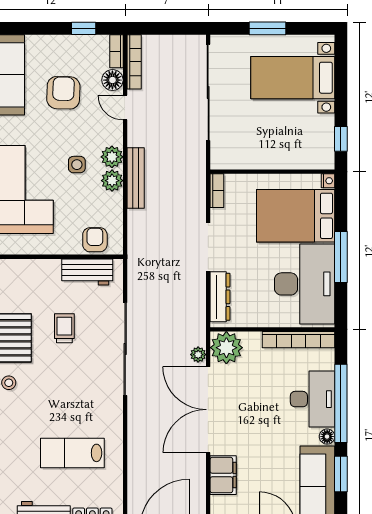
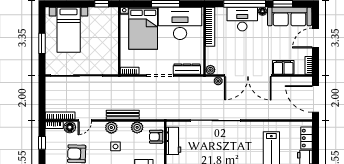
plant: (112, 181) -> (137, 127), moved
trolley: (64, 328) -> (204, 153), removed
plant: (226, 348) -> (210, 70), width x0.53, depth x0.53

